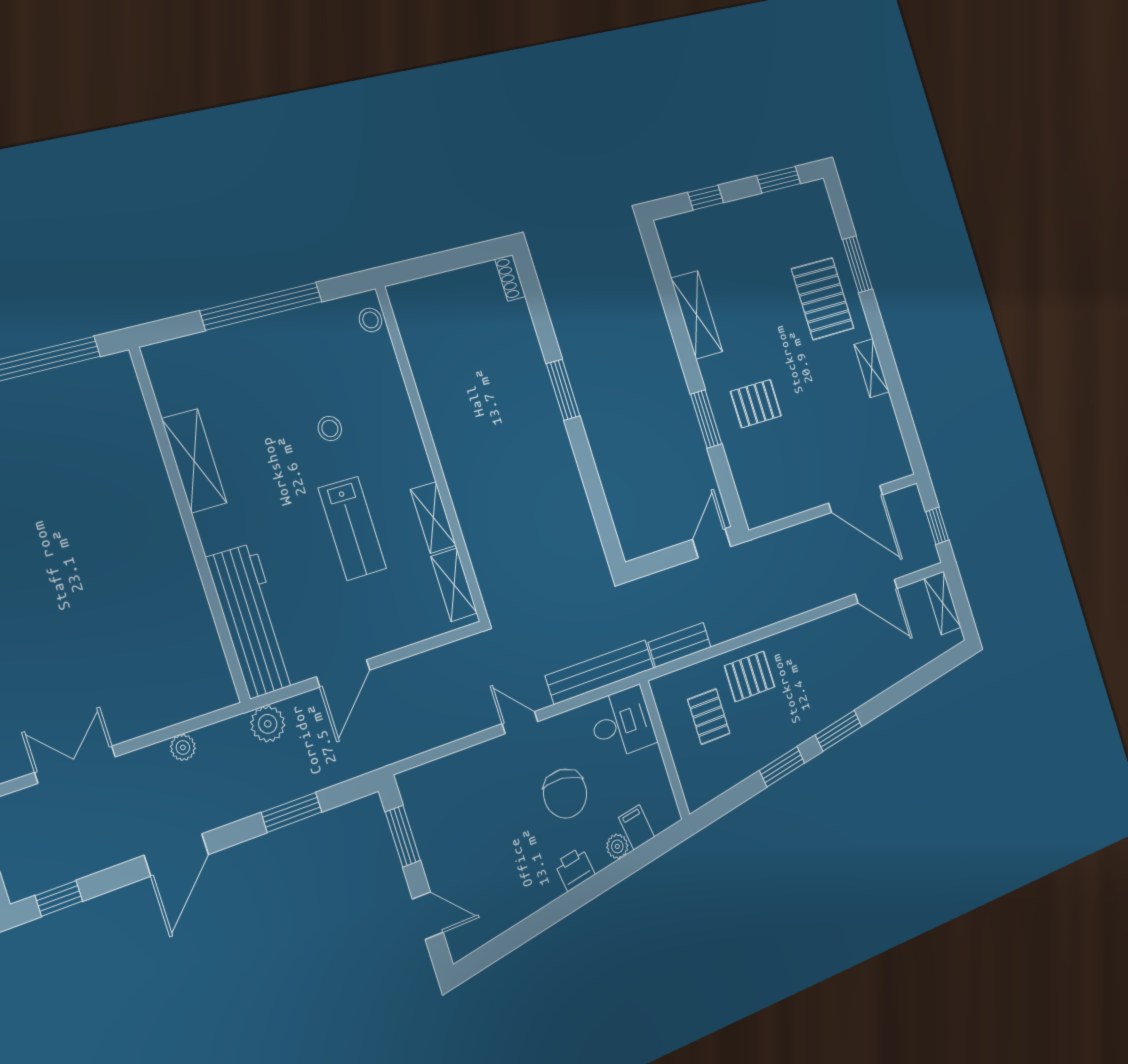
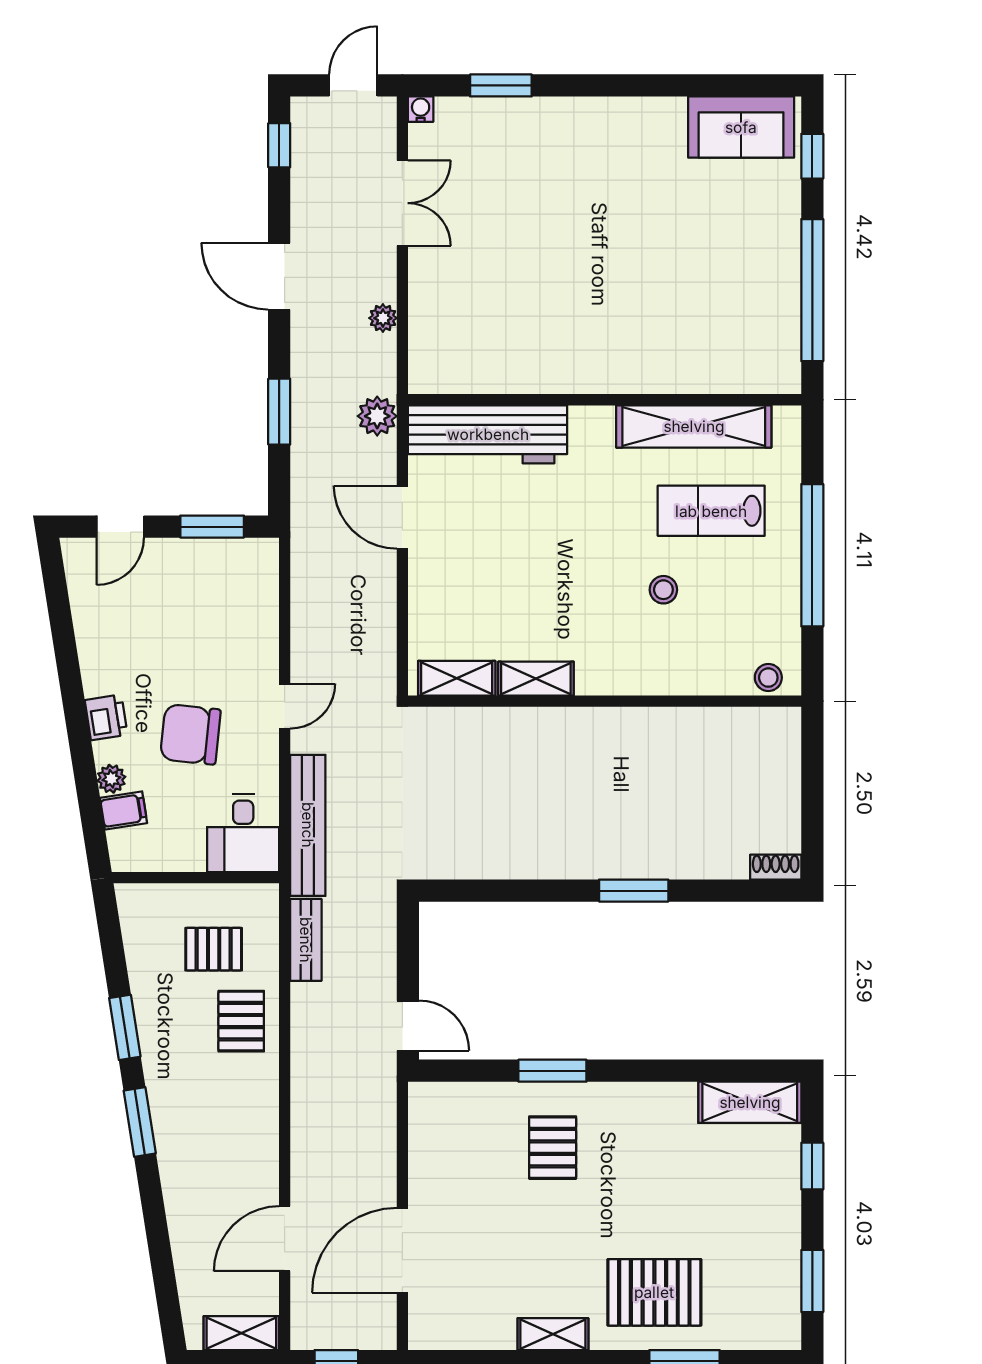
shelving: (697, 315) -> (750, 1102), moved
shelving: (194, 461) -> (694, 426), width x1.47
lab bench: (352, 528) -> (711, 511), moved

